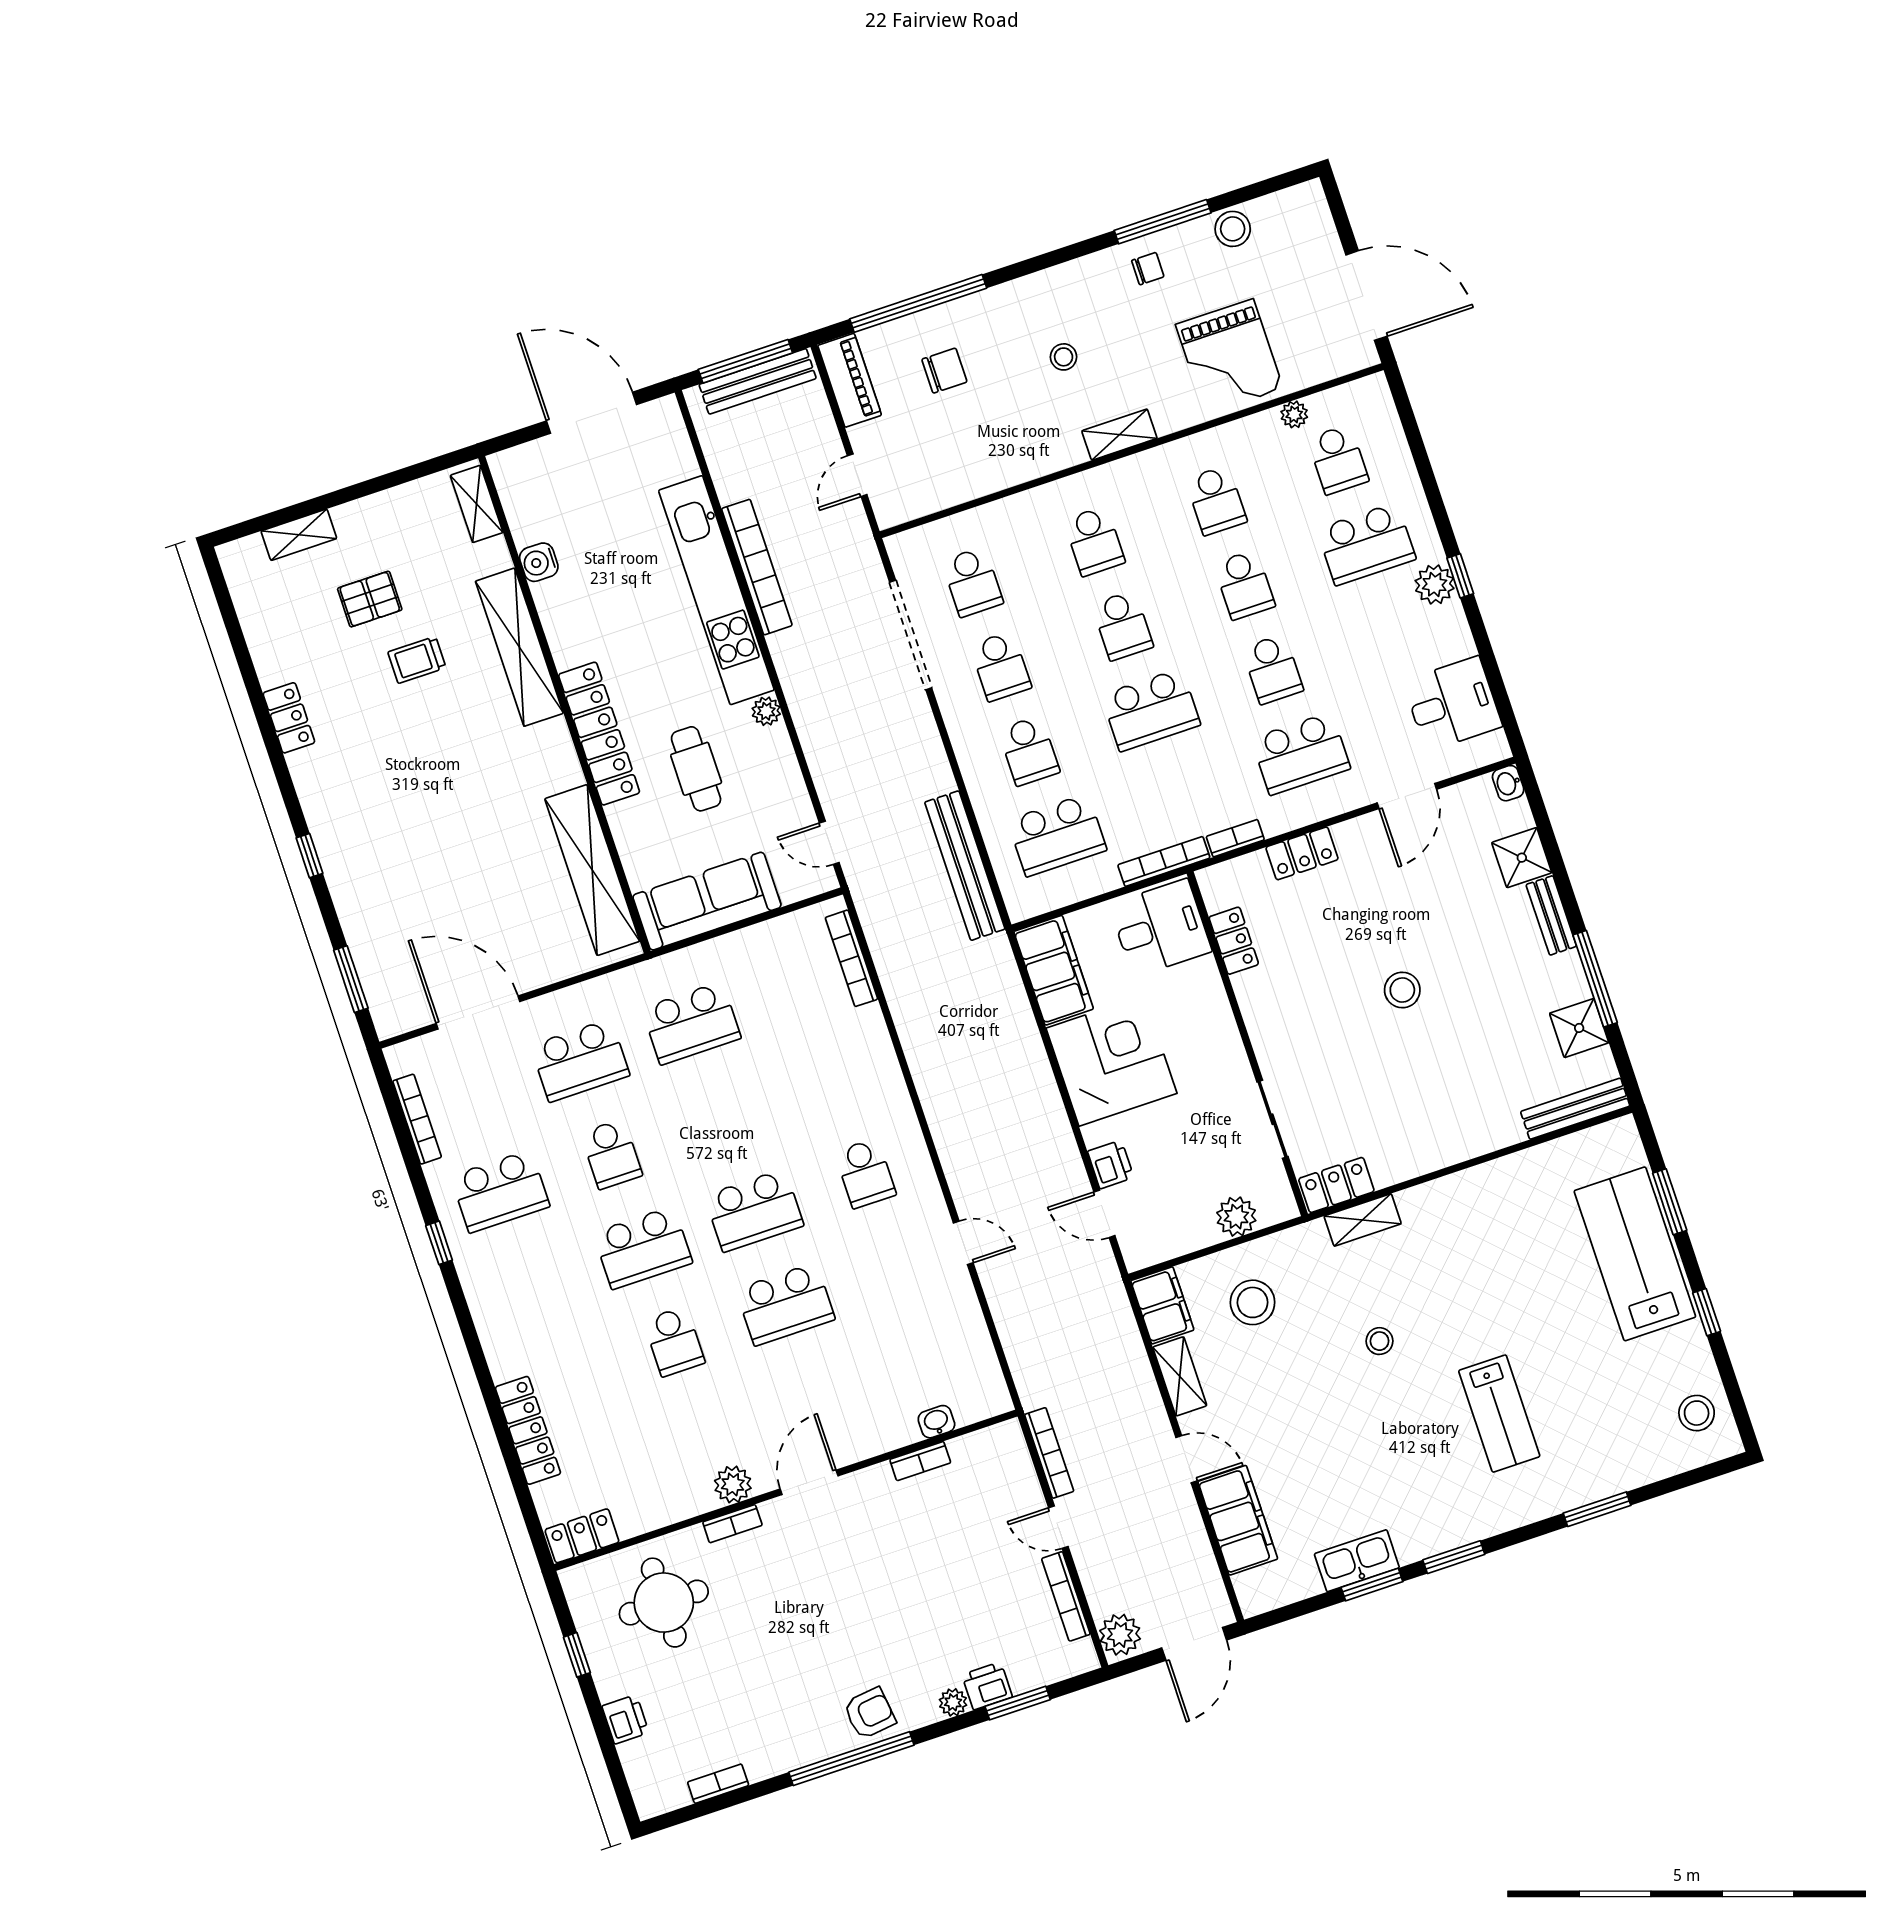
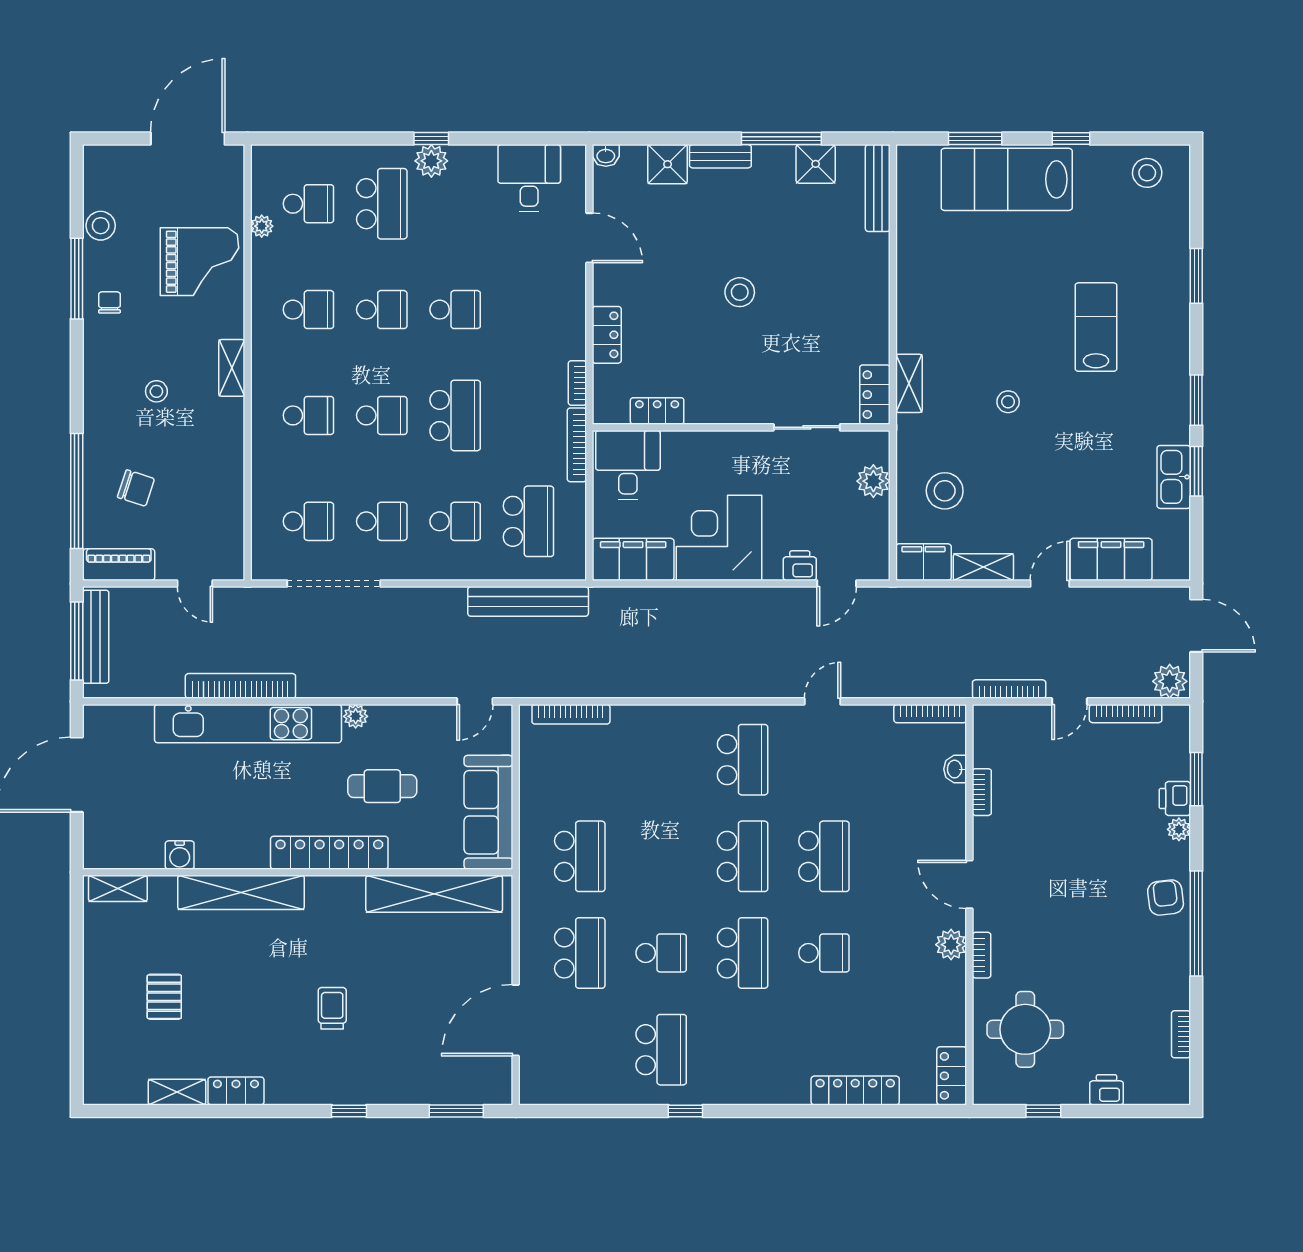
chair: (944, 371) -> (136, 488), turned 108
shelving: (299, 535) -> (177, 1092), moved, turned 90
trolley: (417, 660) -> (332, 1008), moved, turned 180
school desk: (1301, 754) -> (528, 310), removed
bookcase: (417, 1119) -> (930, 714), moved, turned 180
school desk: (865, 1173) -> (743, 760), width x1.85
lab bench: (1499, 1414) -> (1096, 327), turned -90

